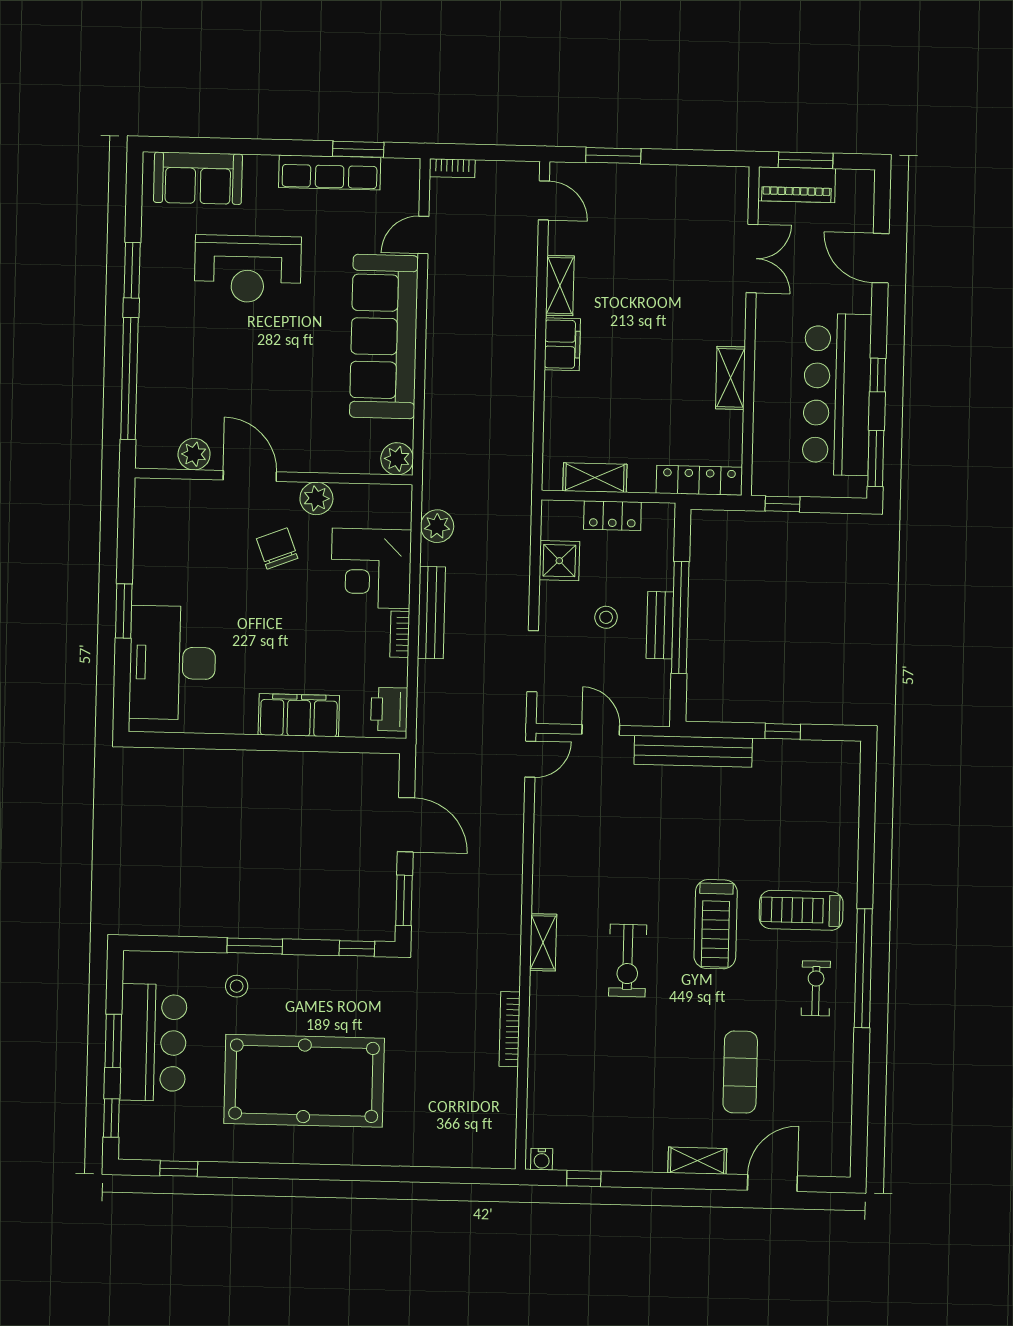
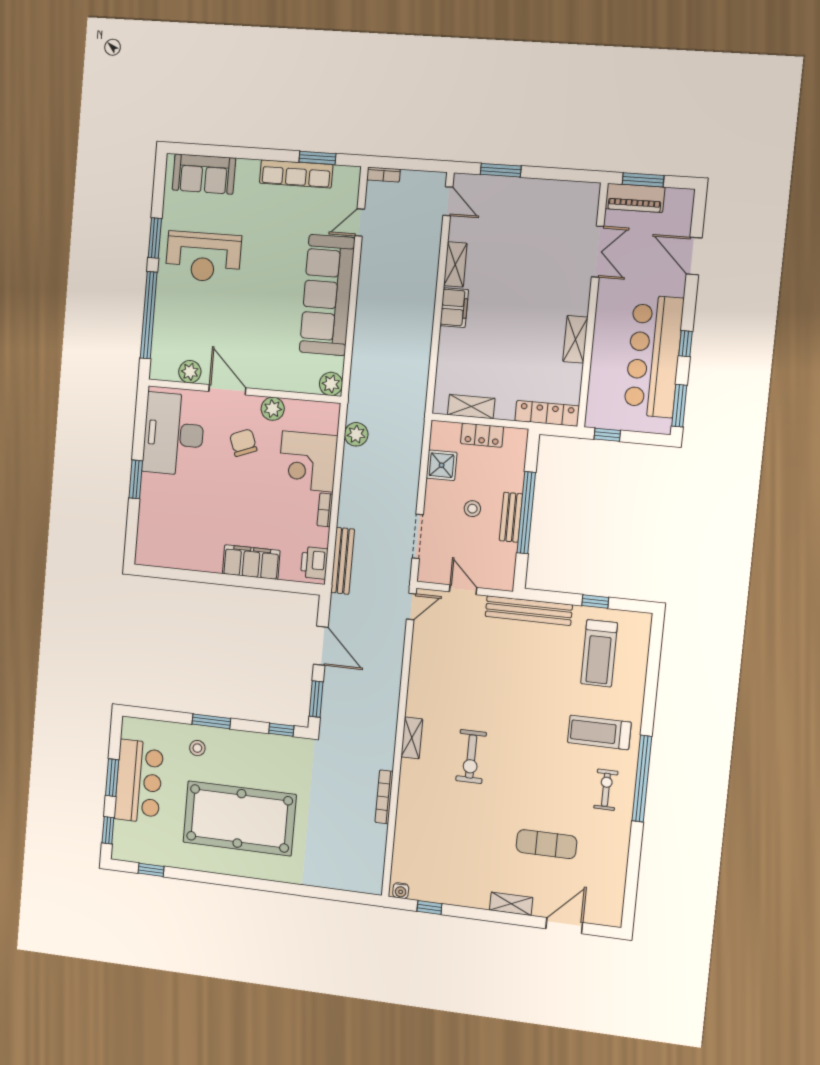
reception desk: (248, 269) -> (203, 257), moved
bench: (431, 613) -> (343, 561), moved
desk: (173, 663) -> (174, 434), moved
treadmill: (716, 924) -> (599, 653), moved
exercise mat: (740, 1072) -> (546, 844), turned 90

